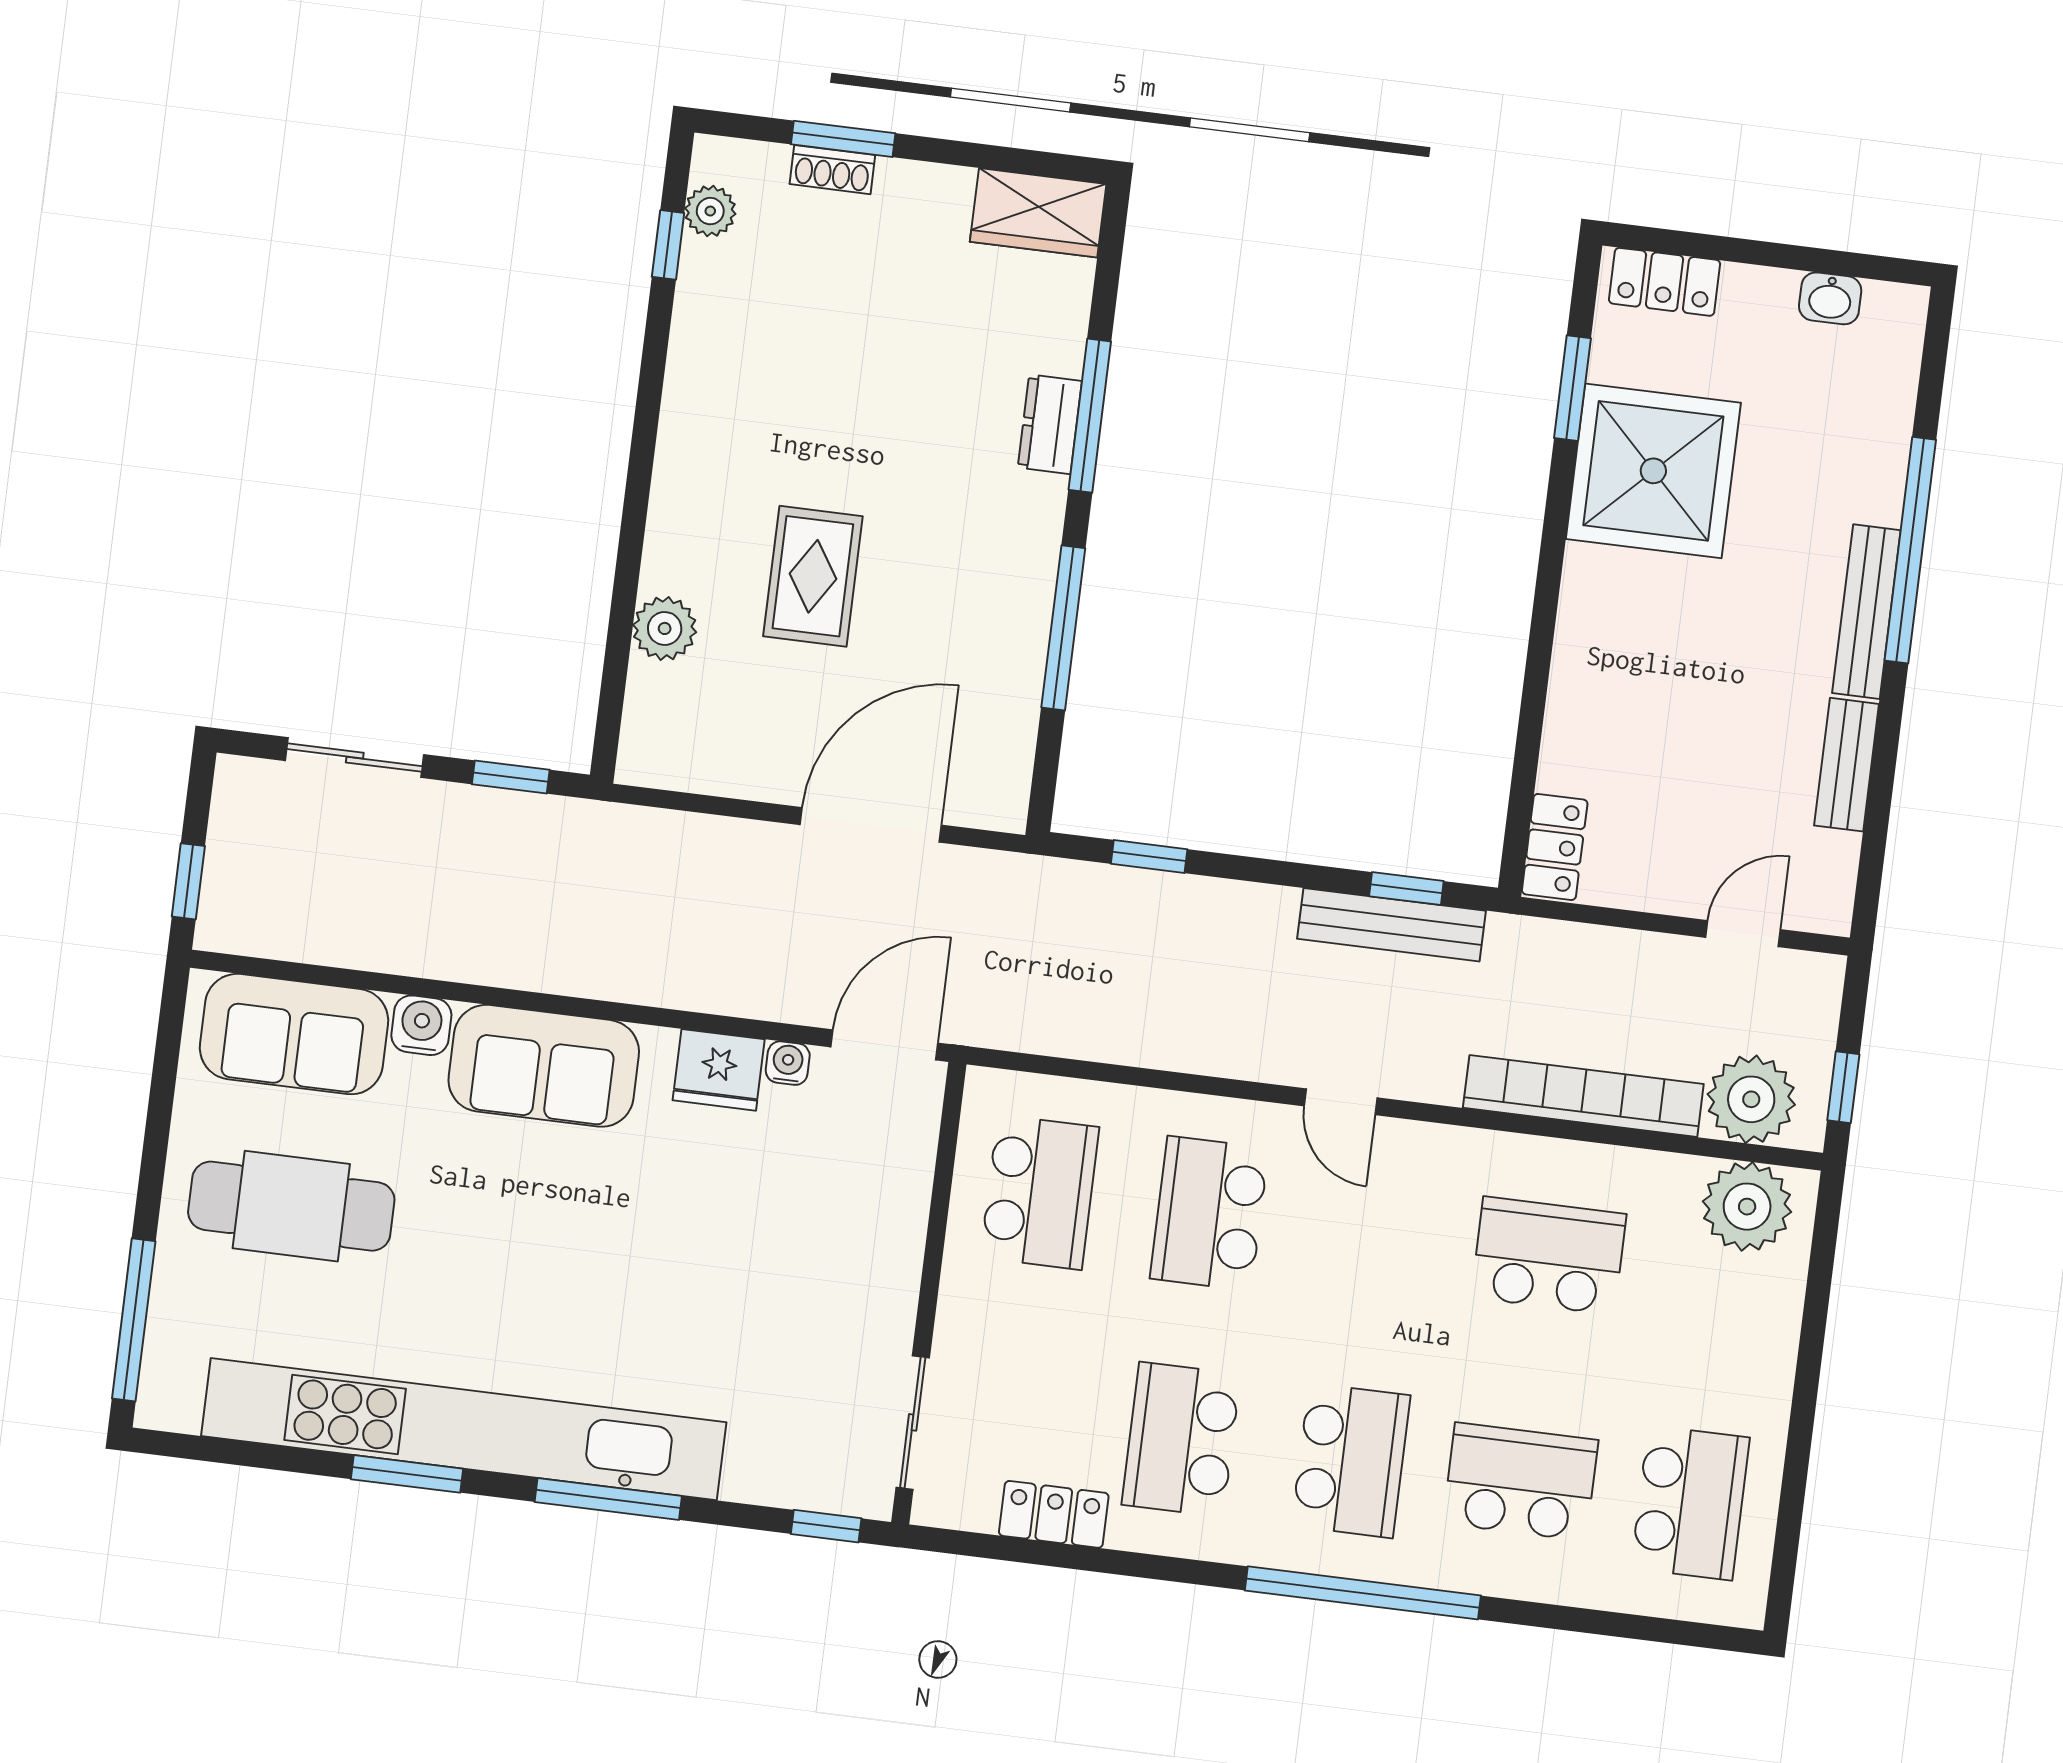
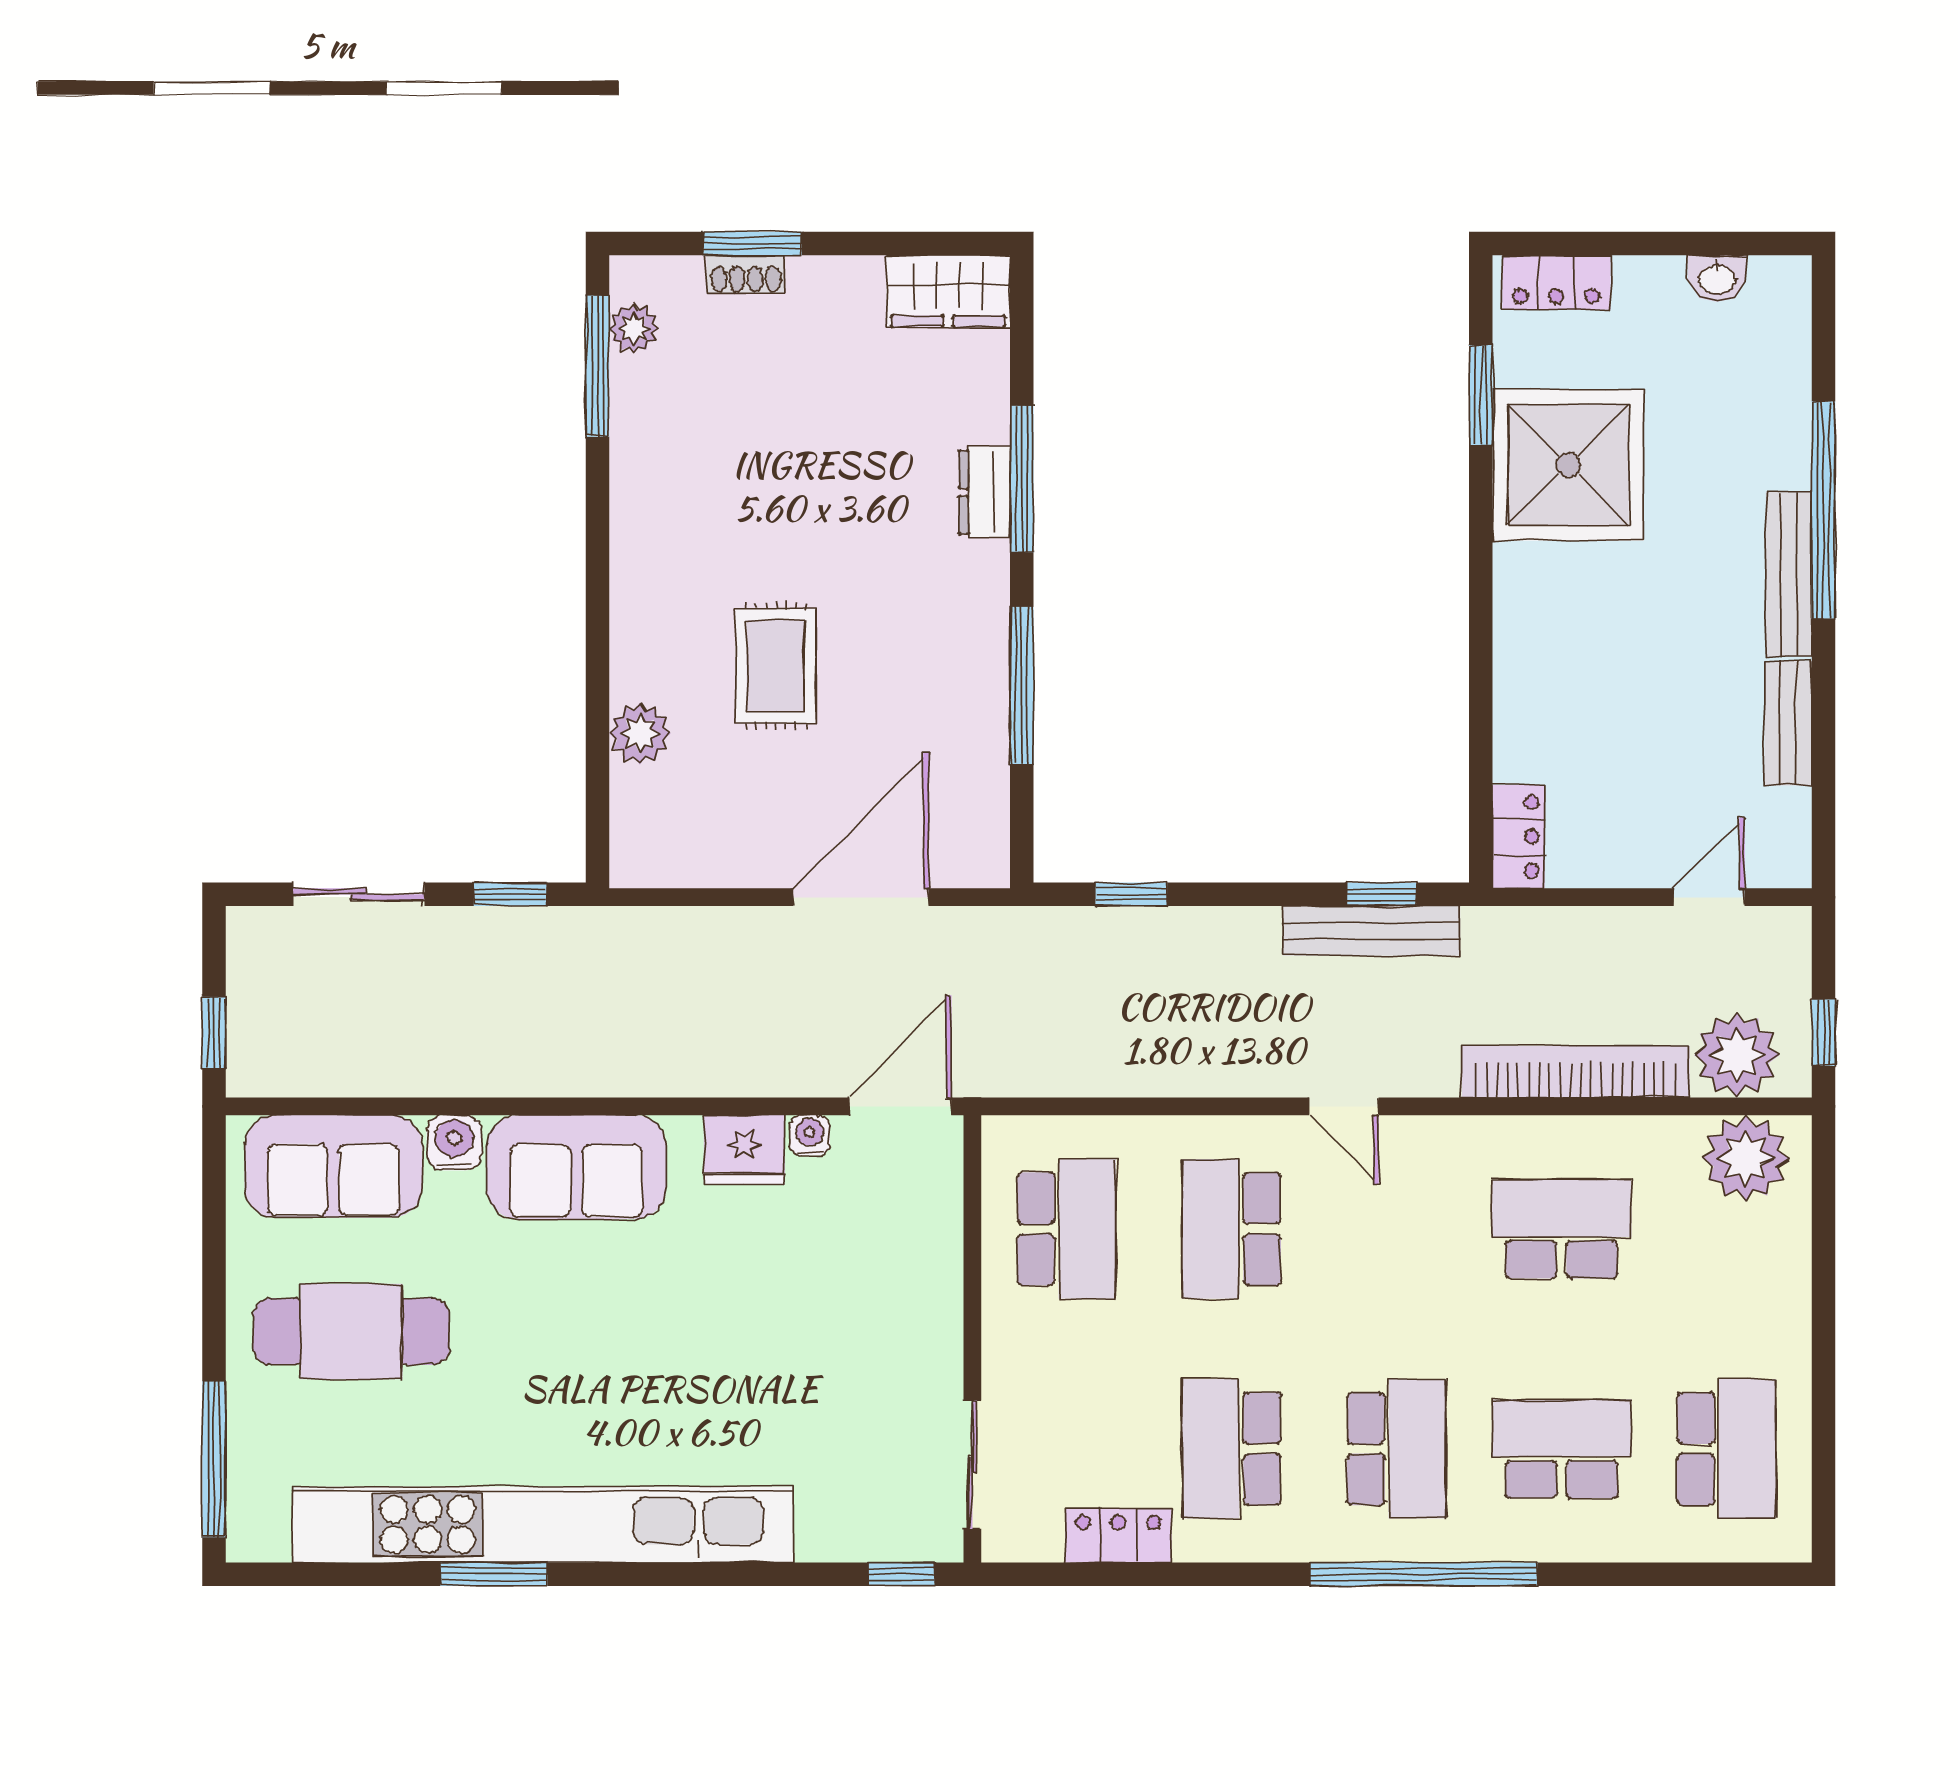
window: (668, 245) -> (597, 366), width x2.17
window: (608, 1499) -> (690, 1574), removed

